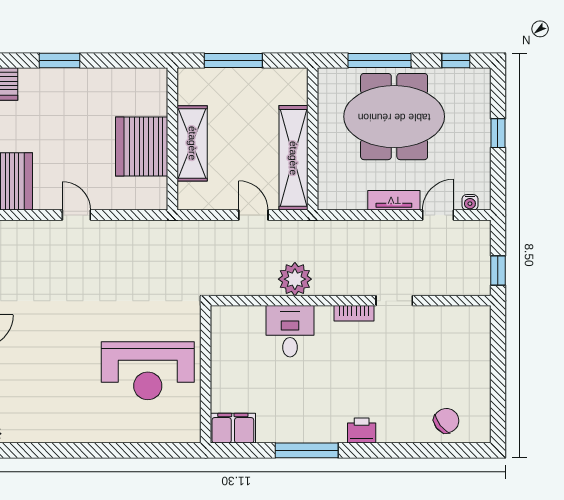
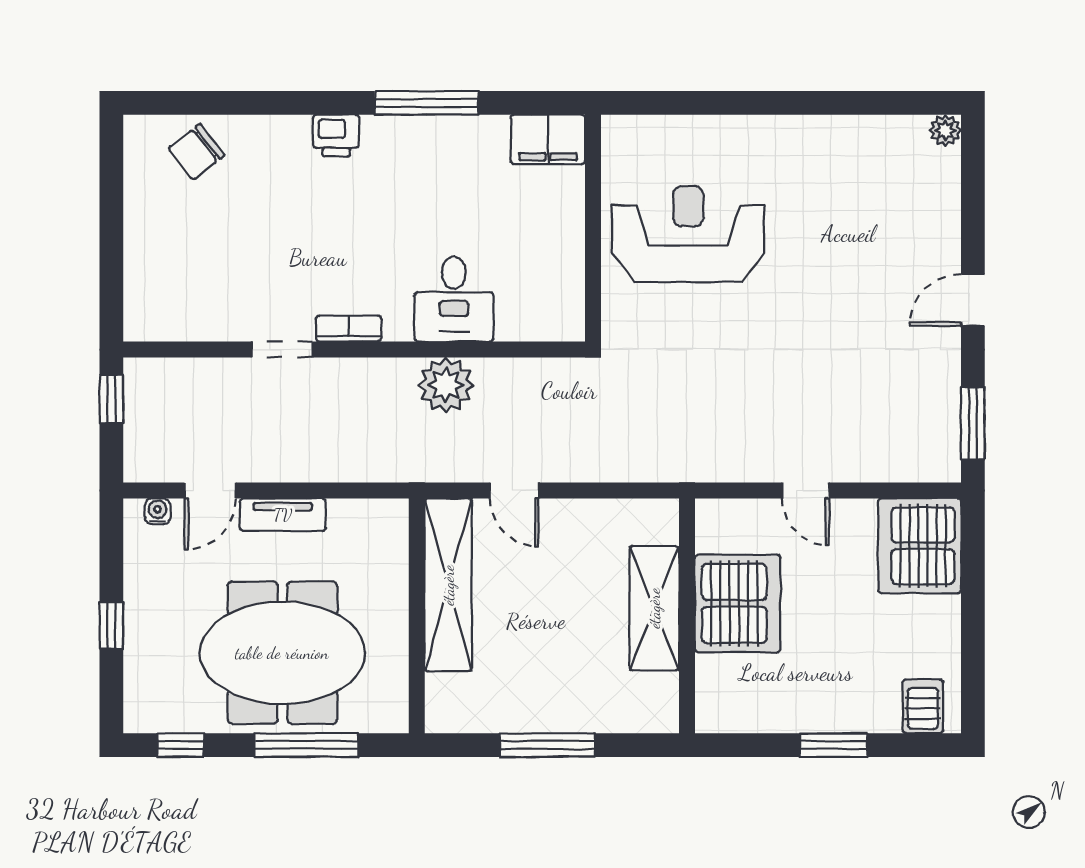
wall: (172, 139) -> (687, 616), moved
shelving: (192, 143) -> (654, 608), moved
server rack: (142, 146) -> (738, 603), moved

